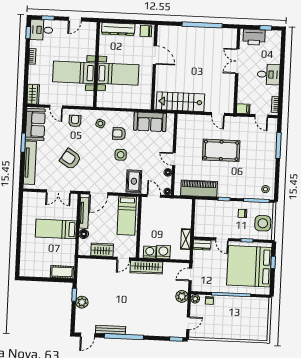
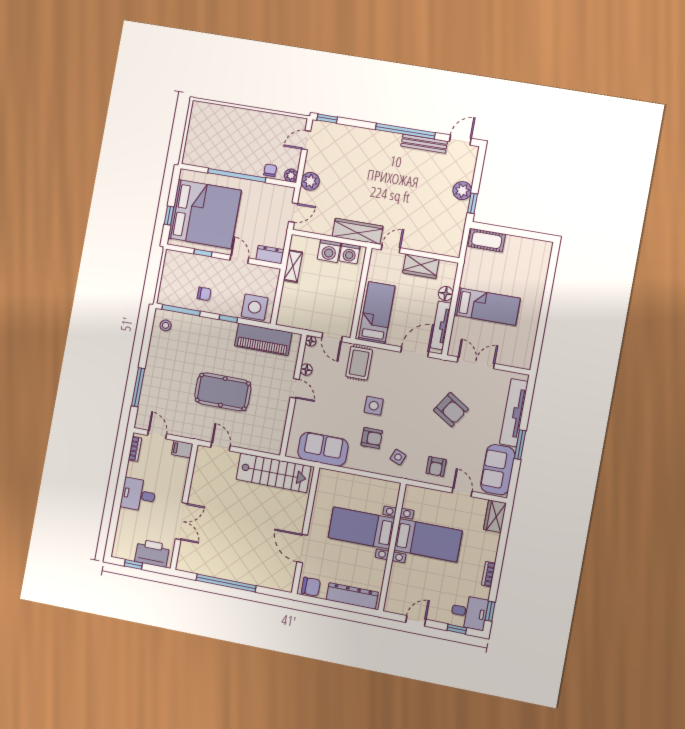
side table: (263, 223) -> (255, 307), moved

